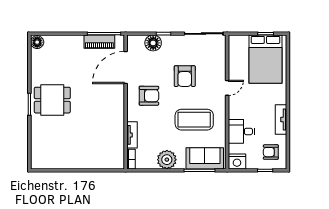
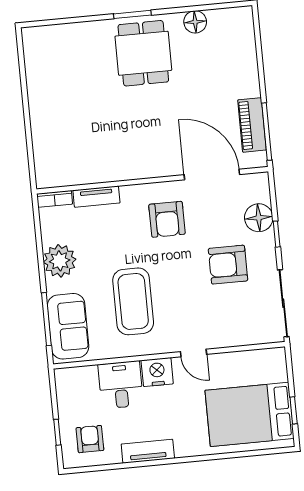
floor lamp: (37, 42) -> (195, 22), moved
armchair: (185, 76) -> (228, 265), moved
nightstand: (237, 161) -> (157, 372), moved, turned 90

